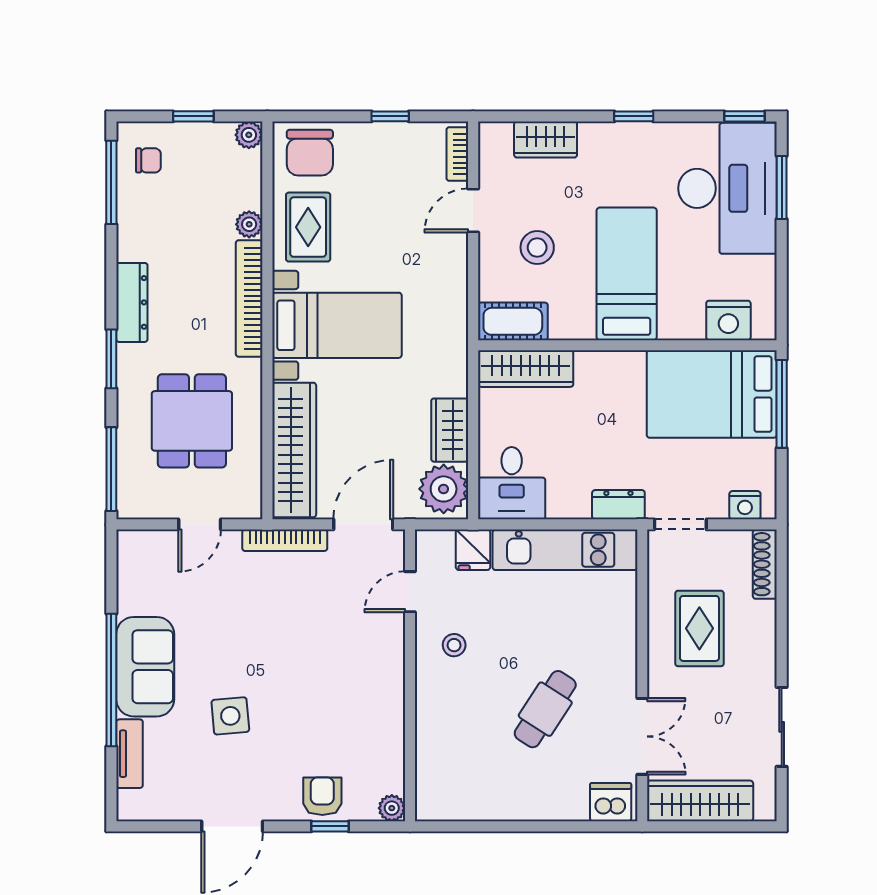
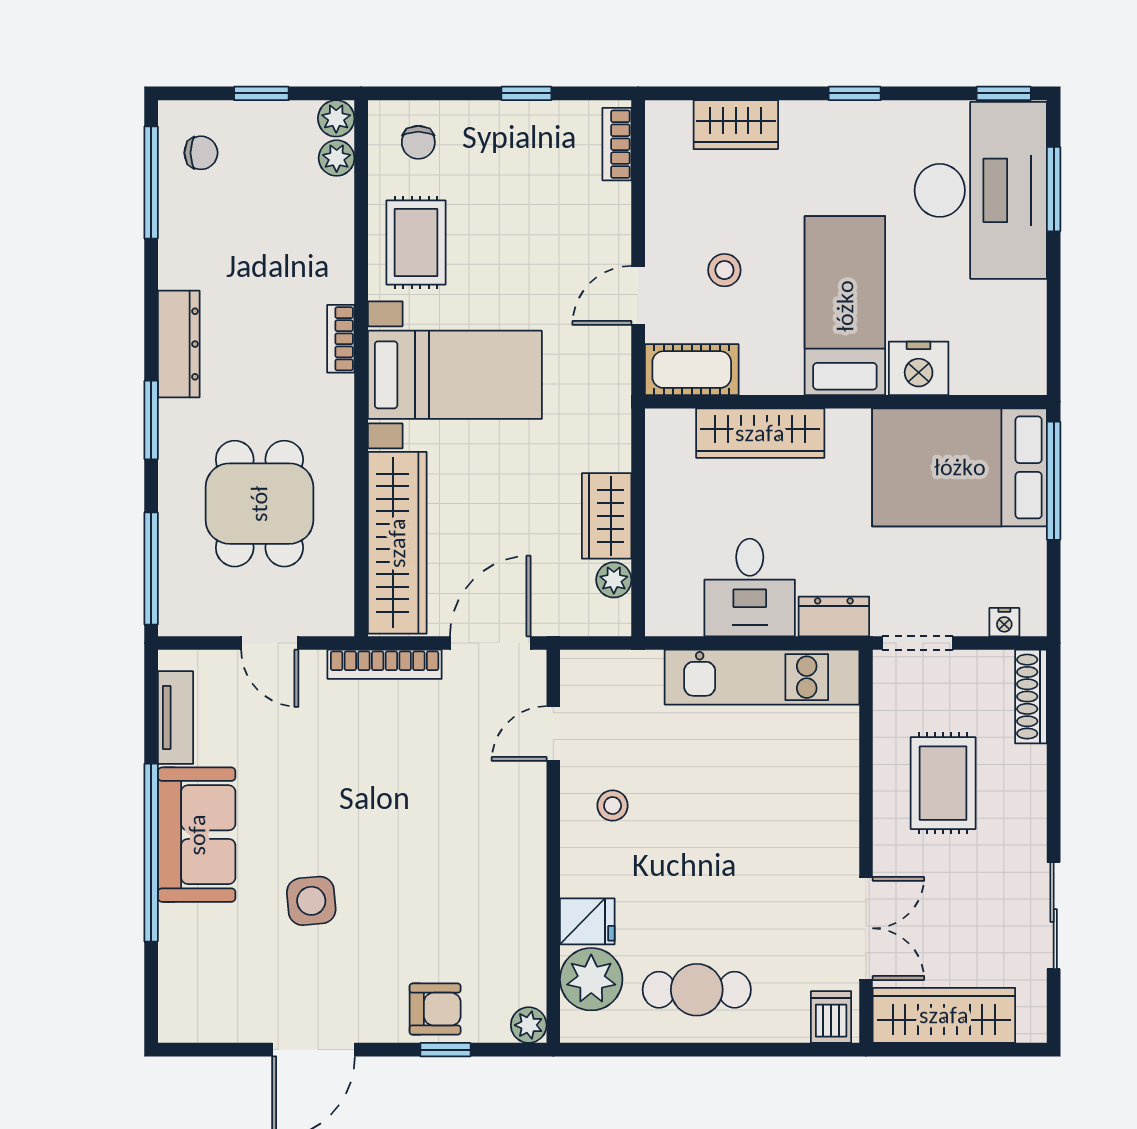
chair: (310, 153) -> (418, 142), width x0.54, depth x0.54
door: (473, 210) -> (638, 295), moved
plant: (249, 224) -> (337, 158), moved
stool: (537, 247) -> (724, 270), width x0.73, depth x0.73
bookcase: (249, 299) -> (341, 339), width x0.43, depth x0.76
nightstand: (728, 320) -> (919, 368), moved
wardrobe: (526, 369) -> (760, 433), moved
desk: (512, 483) -> (750, 587), moved
plant: (444, 489) -> (614, 580), width x0.53, depth x0.53
nightstand: (745, 505) -> (1004, 622), width x0.72, depth x0.74
door: (200, 524) -> (270, 643), hinge flipped
fridge: (473, 550) -> (587, 921), moved, turned -90
cafe table: (545, 709) -> (697, 990), moved, turned 57
tv unit: (130, 754) -> (176, 718), moved
plant: (438, 774) -> (591, 979), added
armchair: (322, 796) -> (435, 1009), turned 90
dishwasher: (611, 802) -> (831, 1017), width x0.73

